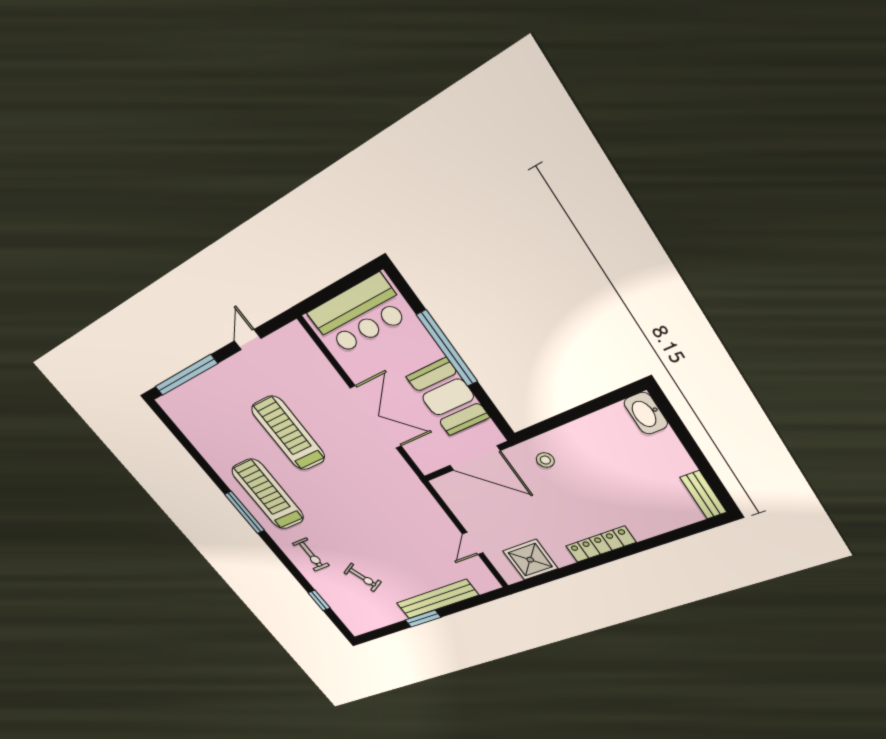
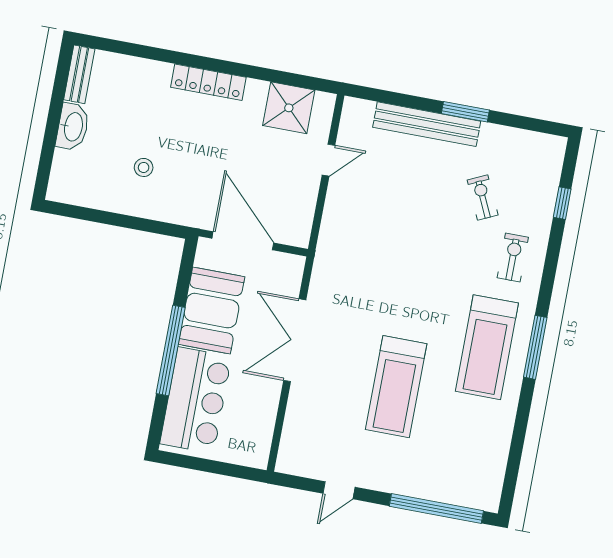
bar counter: (359, 315) -> (196, 400), moved, turned 90
washbasin: (646, 413) -> (73, 127), moved
stool: (545, 460) -> (144, 167), moved

